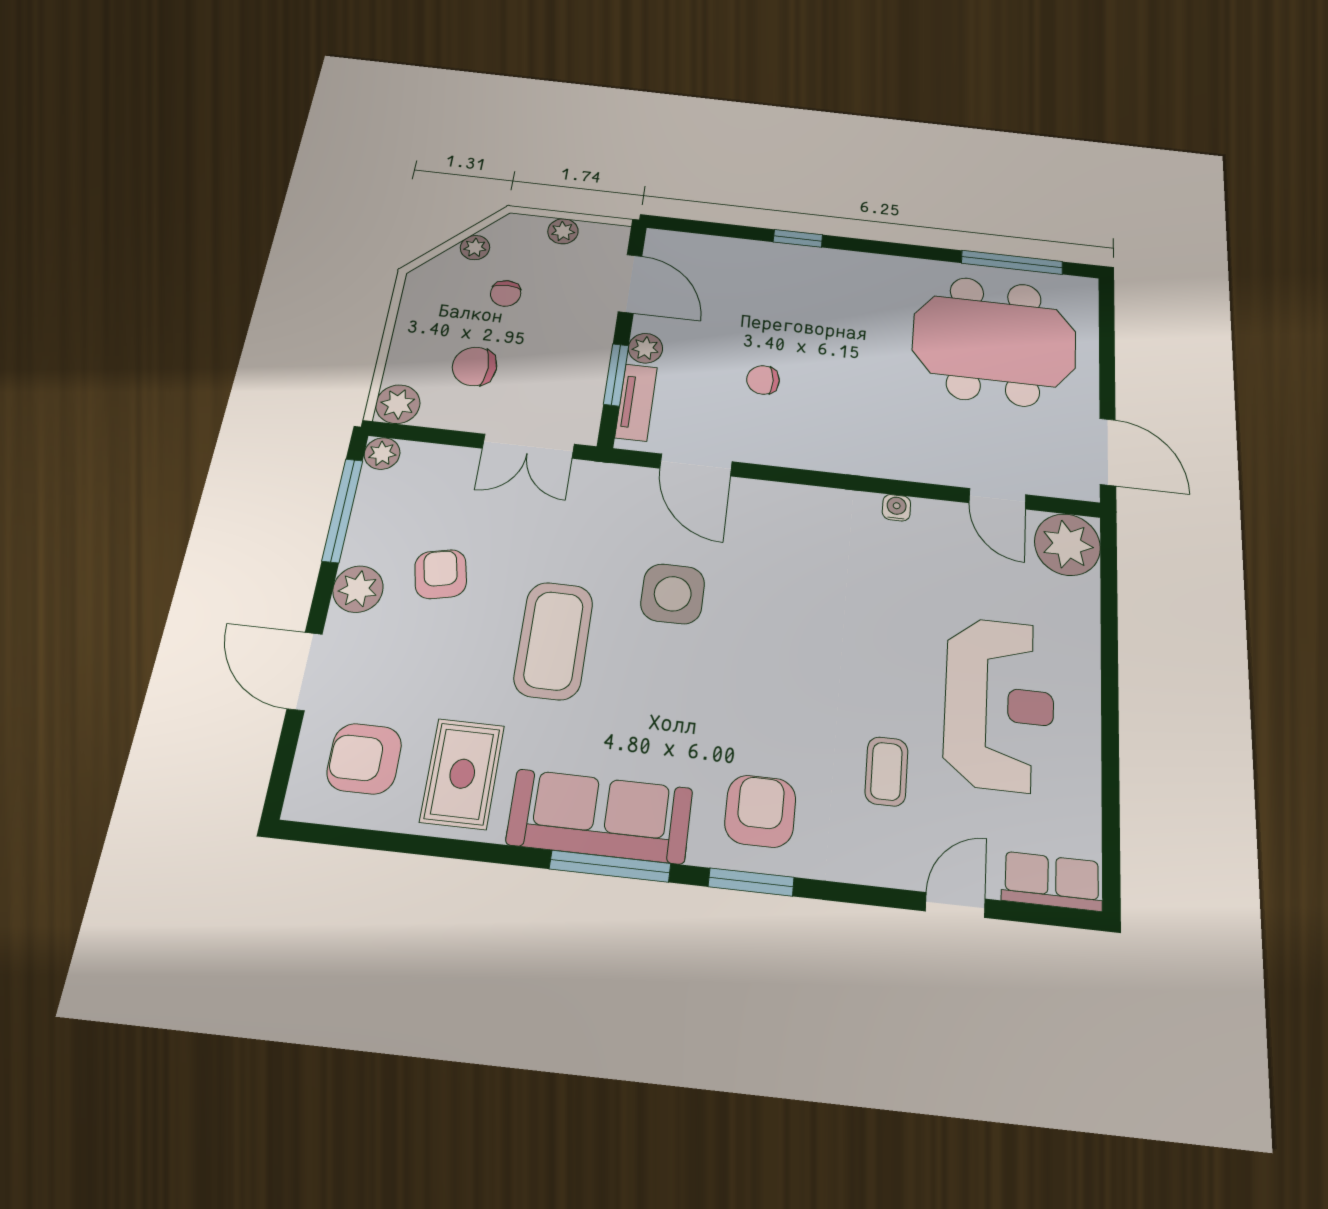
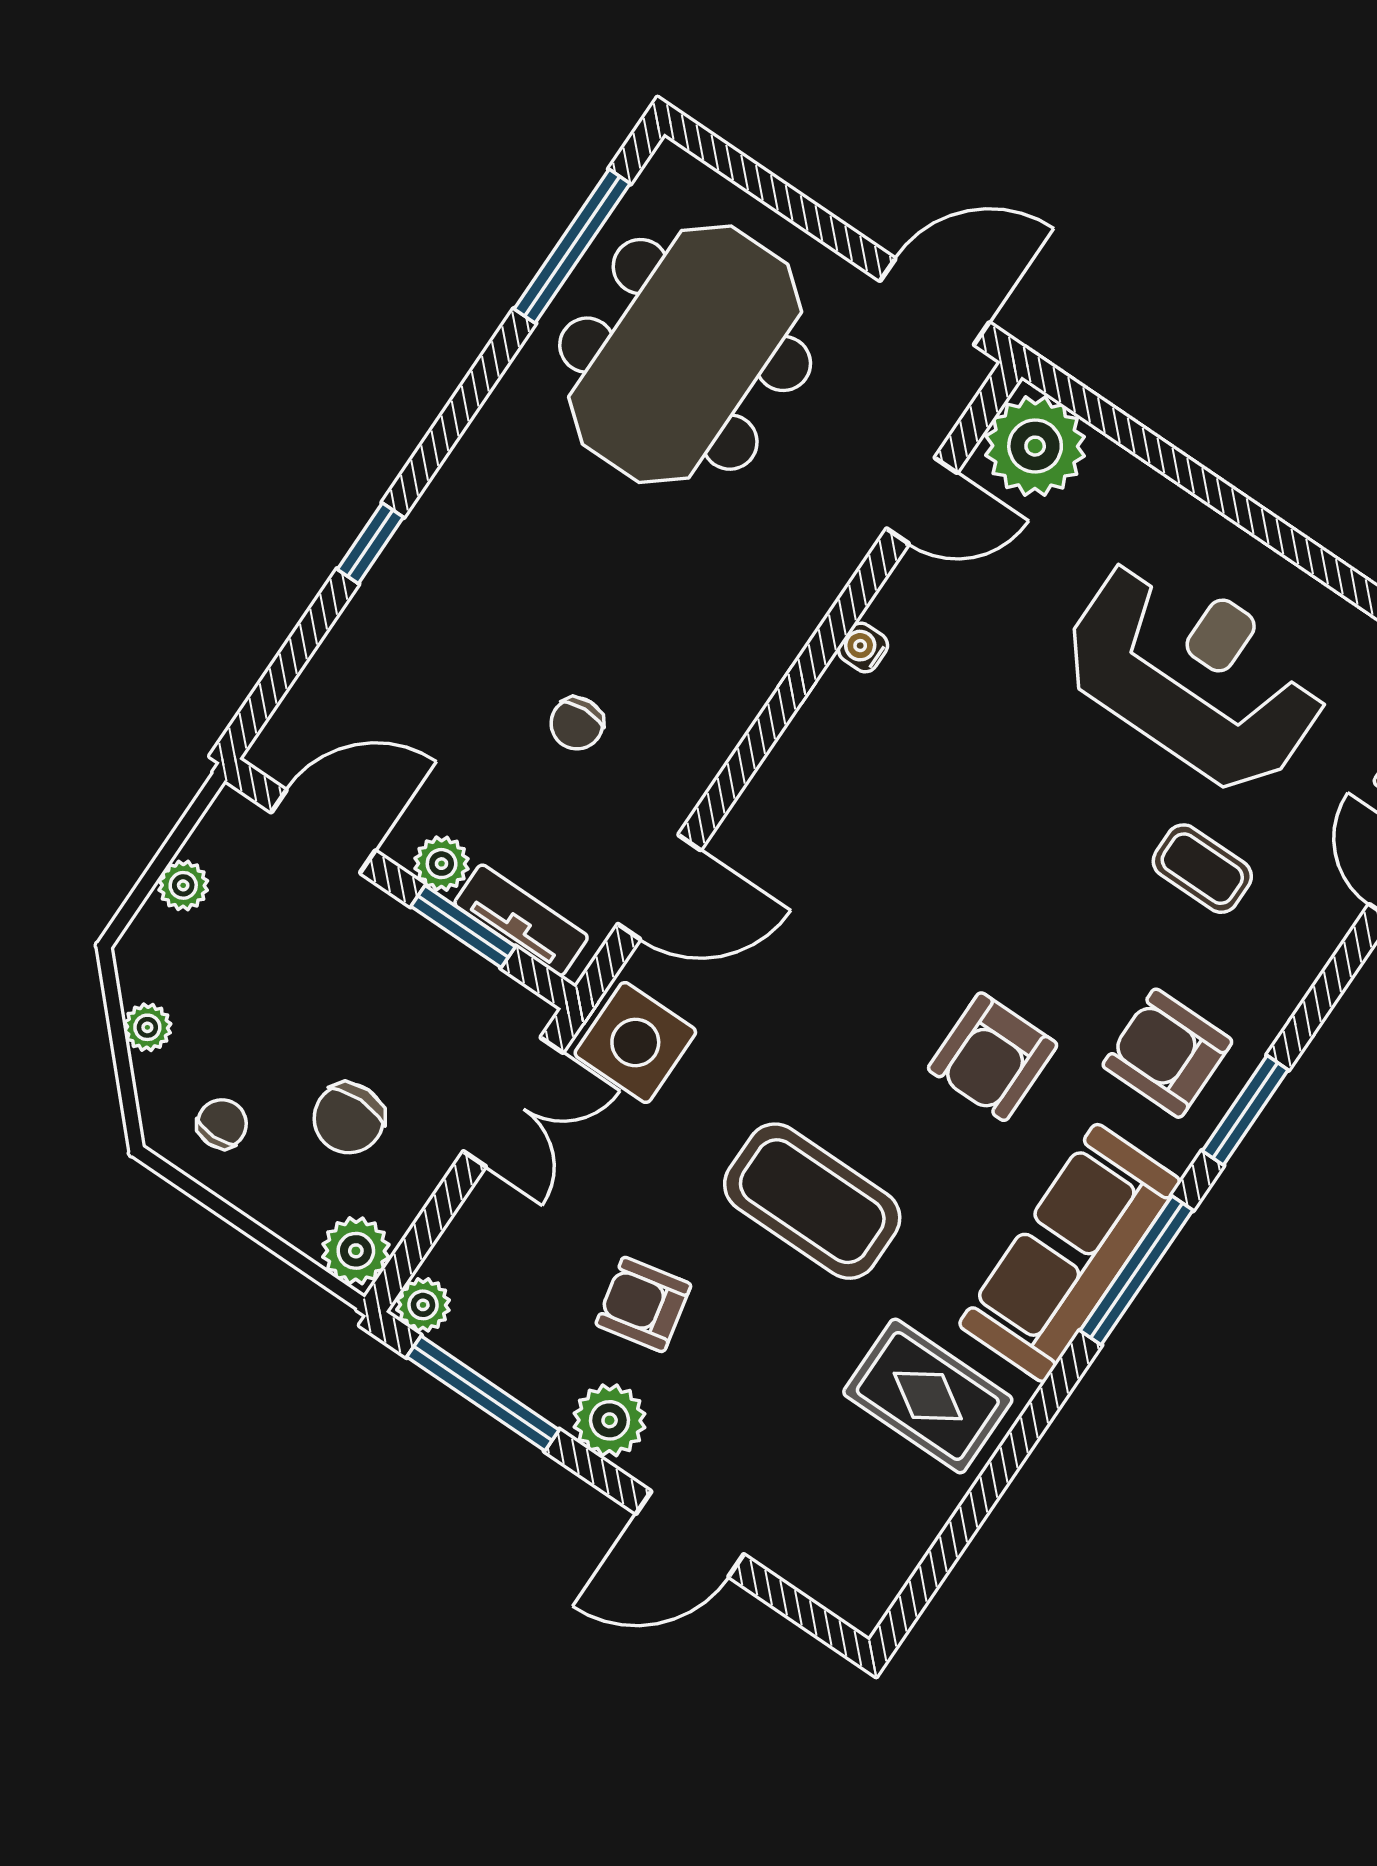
chair: (506, 293) -> (222, 1124), moved, turned -90
side table: (673, 594) -> (635, 1042), moved
armchair: (364, 759) -> (993, 1057), moved

